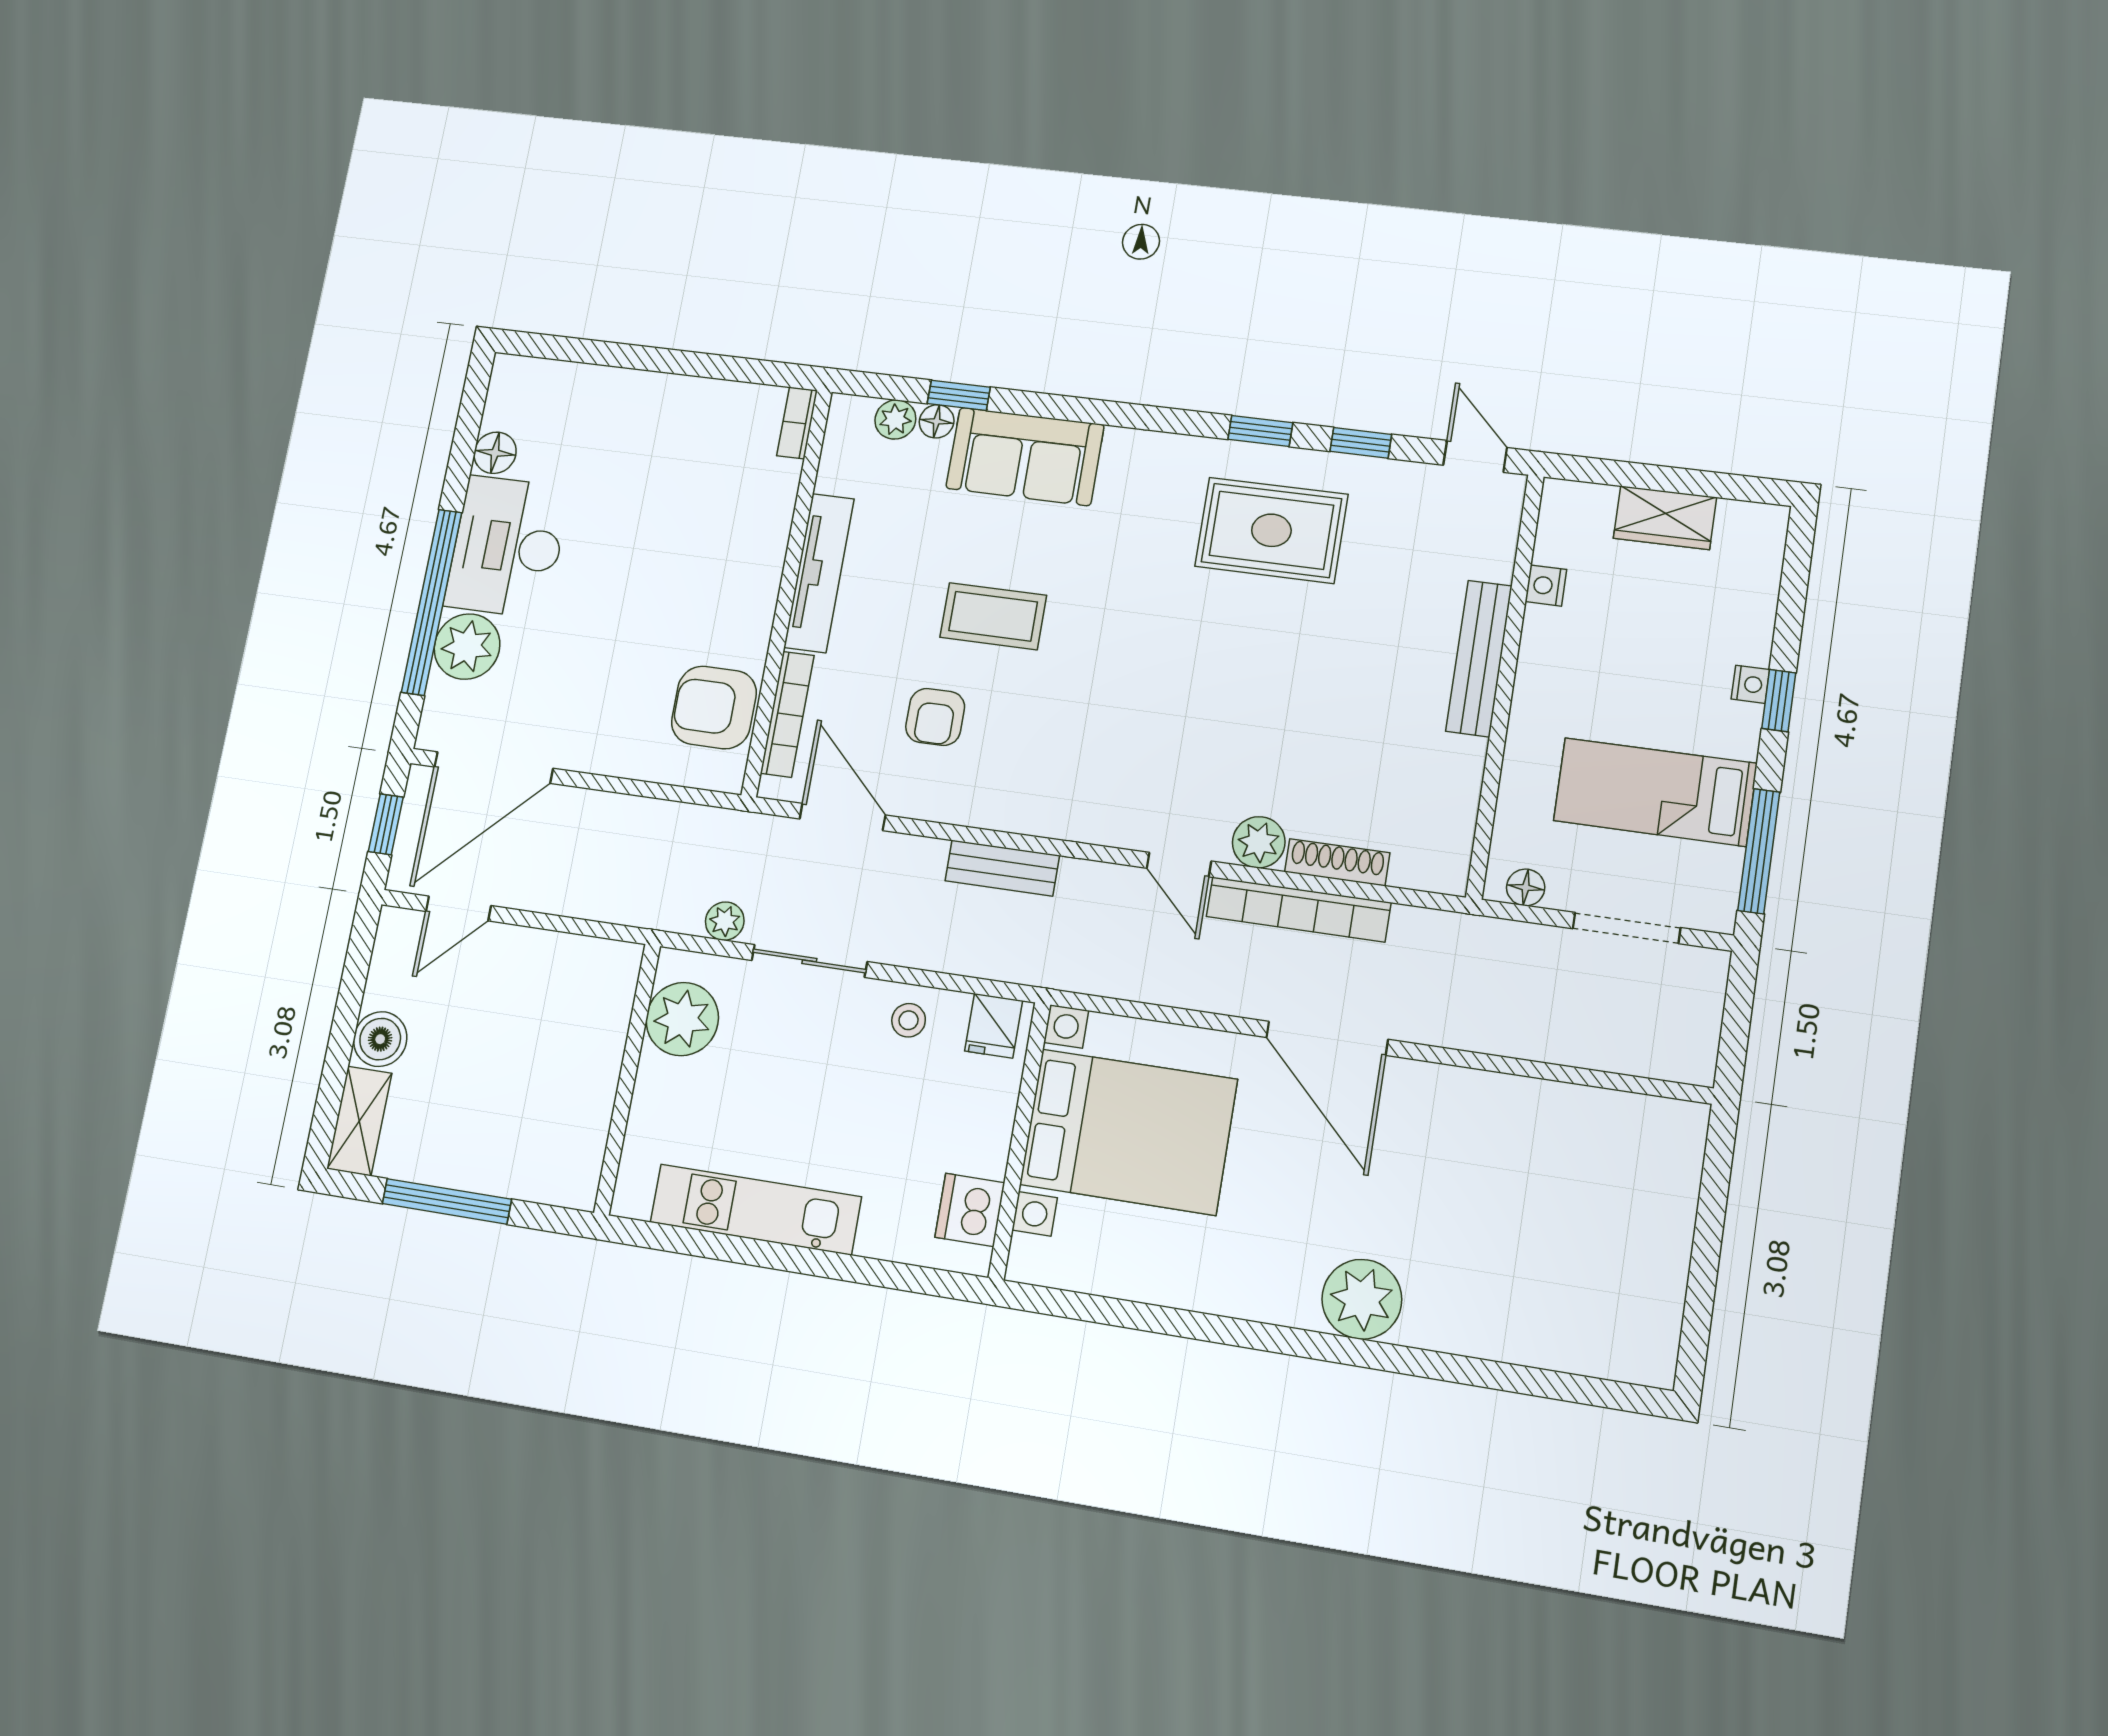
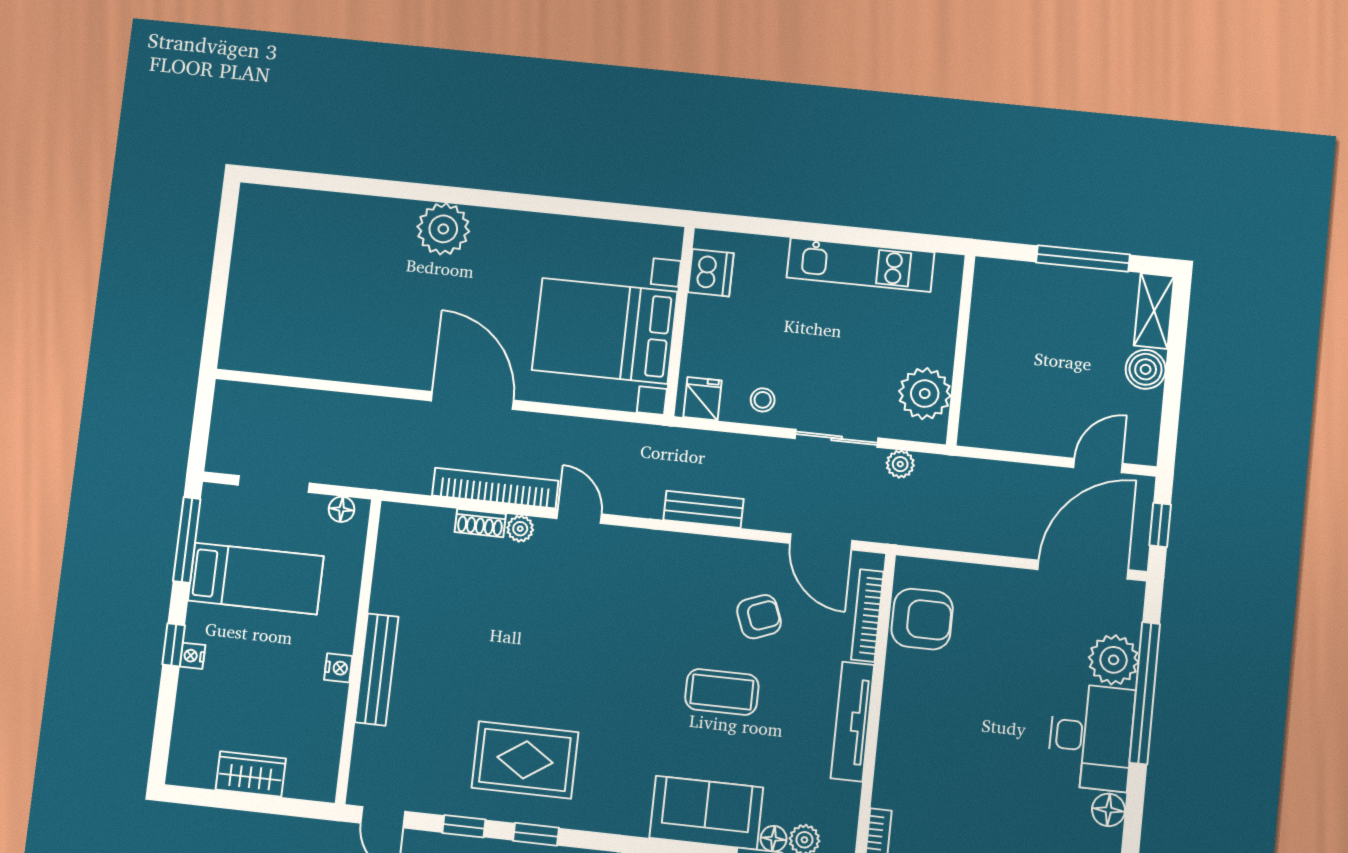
nightstand: (1546, 586) -> (338, 668), moved
armchair: (935, 717) -> (759, 617), turned 69
plant: (1259, 842) -> (520, 529), width x0.73, depth x0.73
shoe rack: (1337, 862) -> (480, 523), width x0.70

